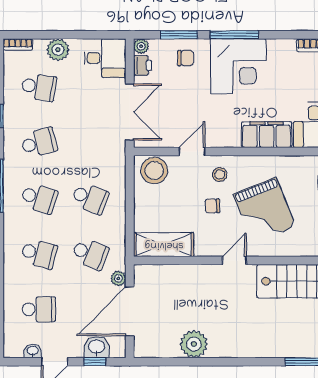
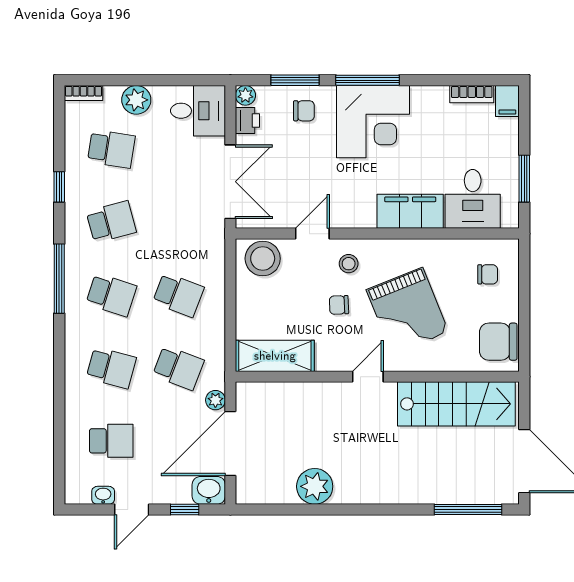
washbasin: (97, 347) -> (209, 490), moved

